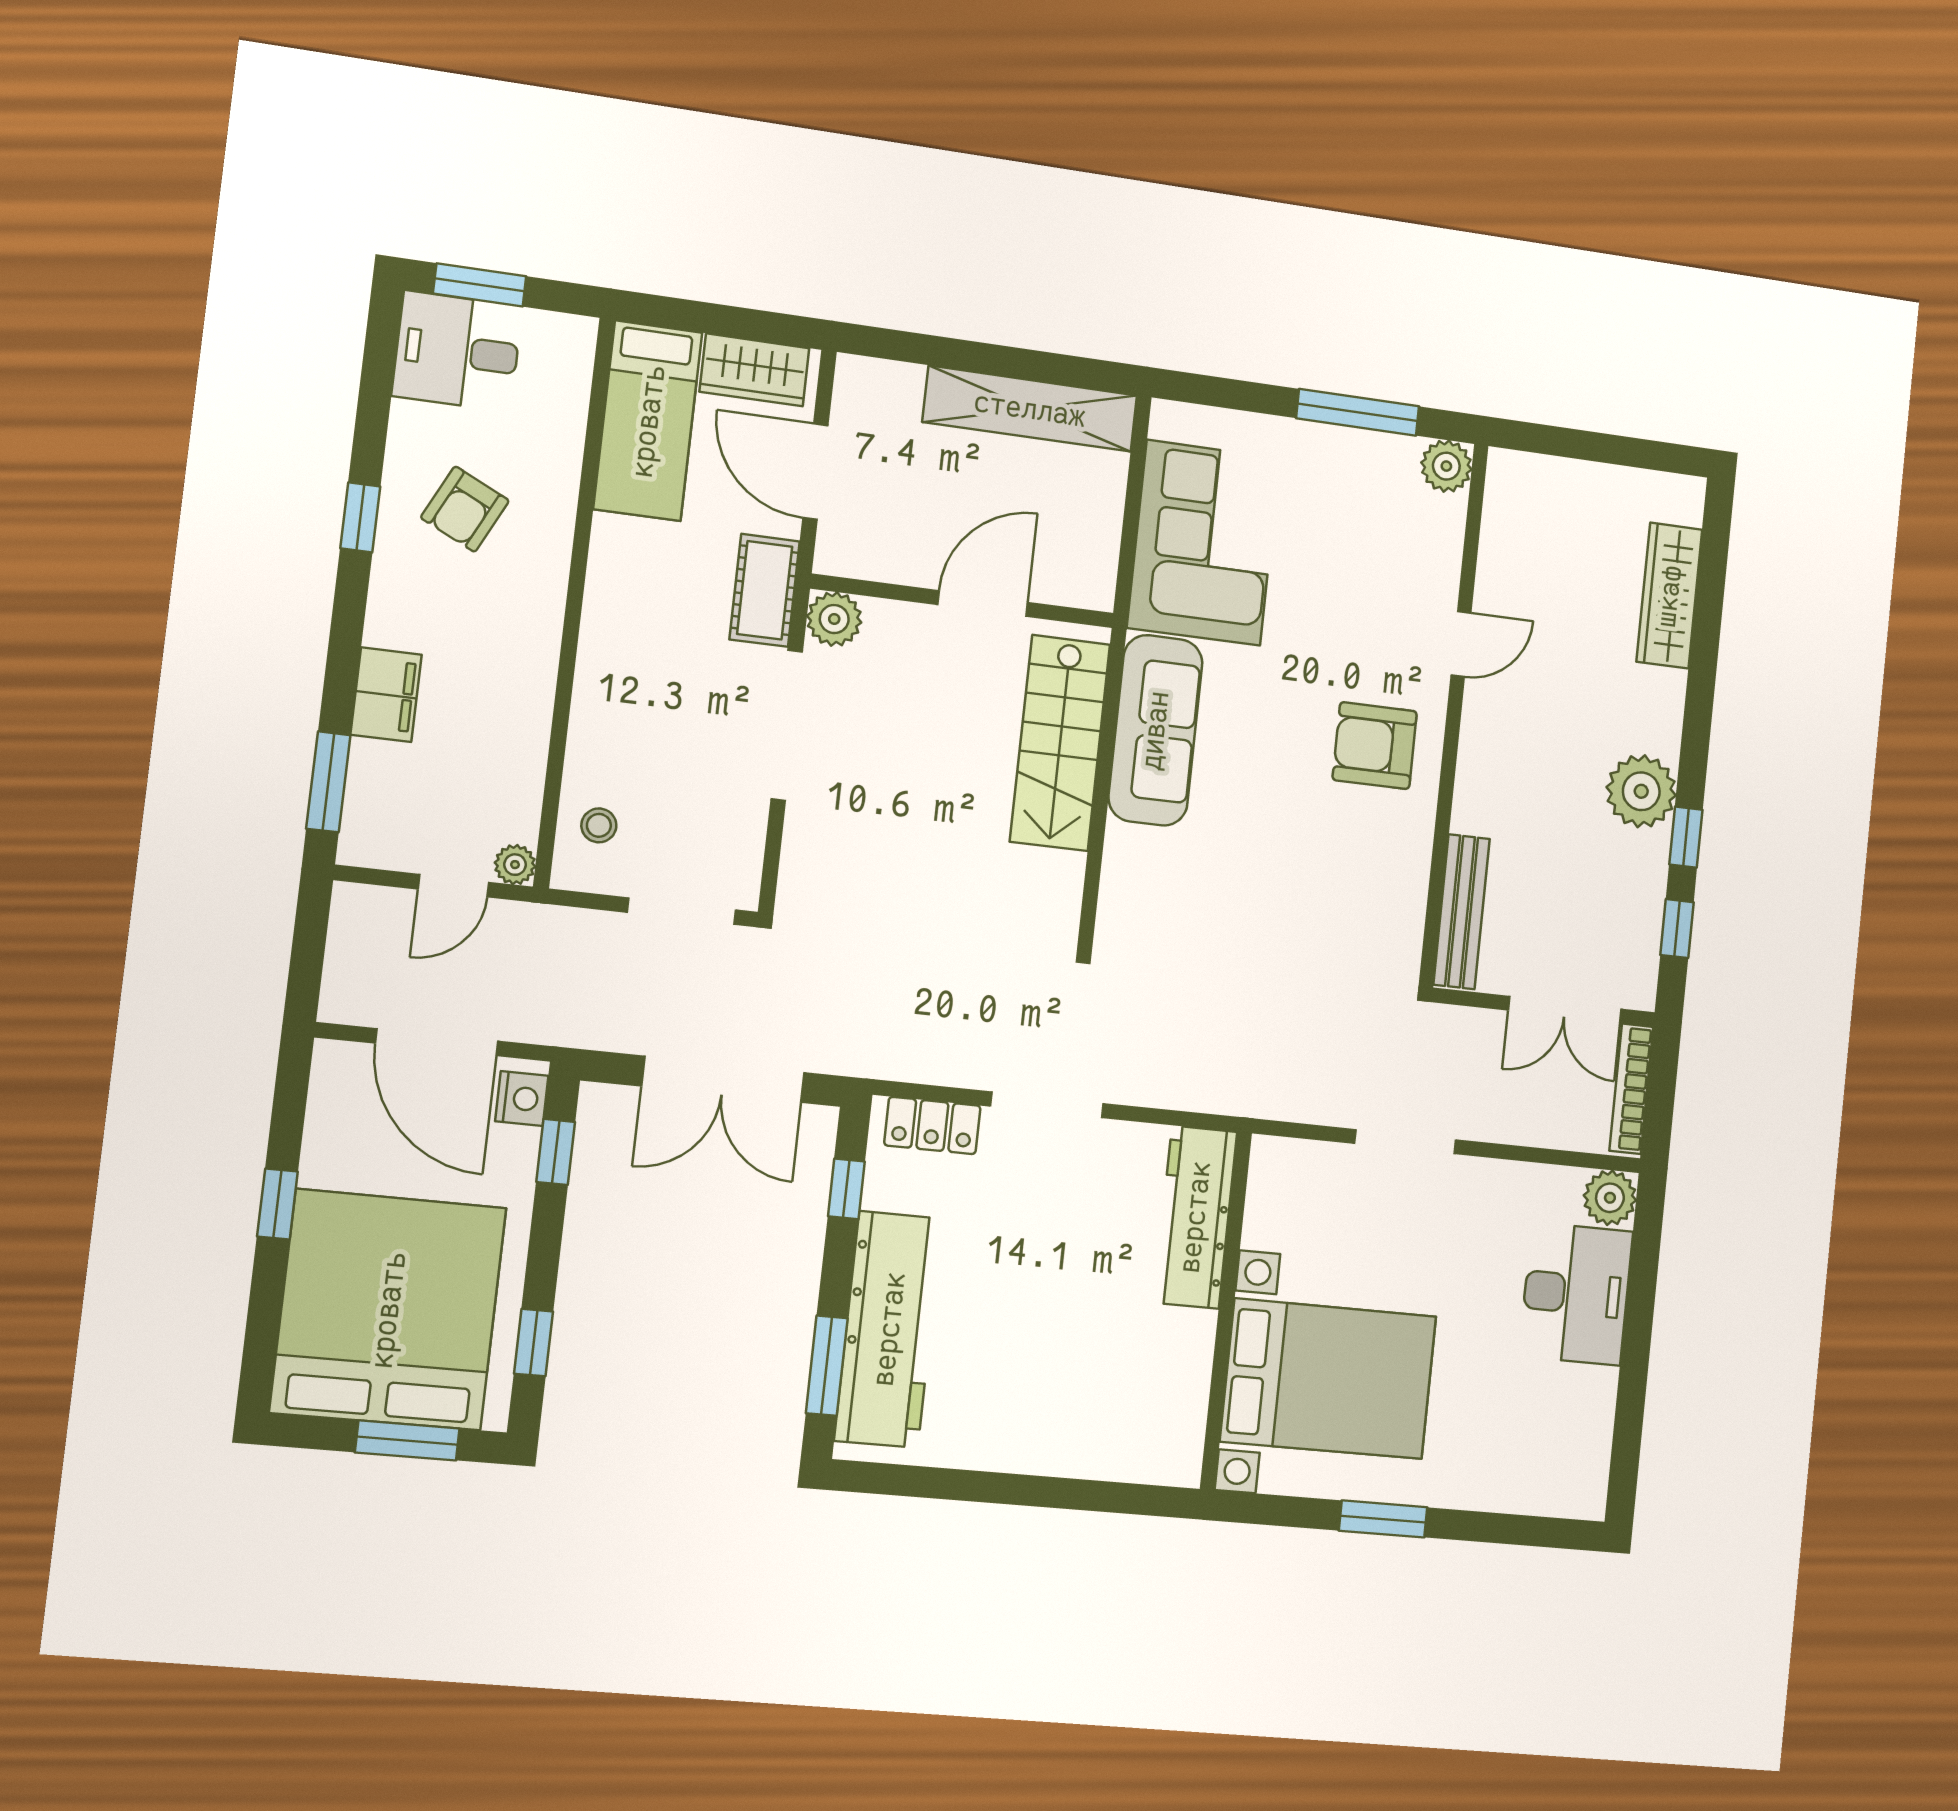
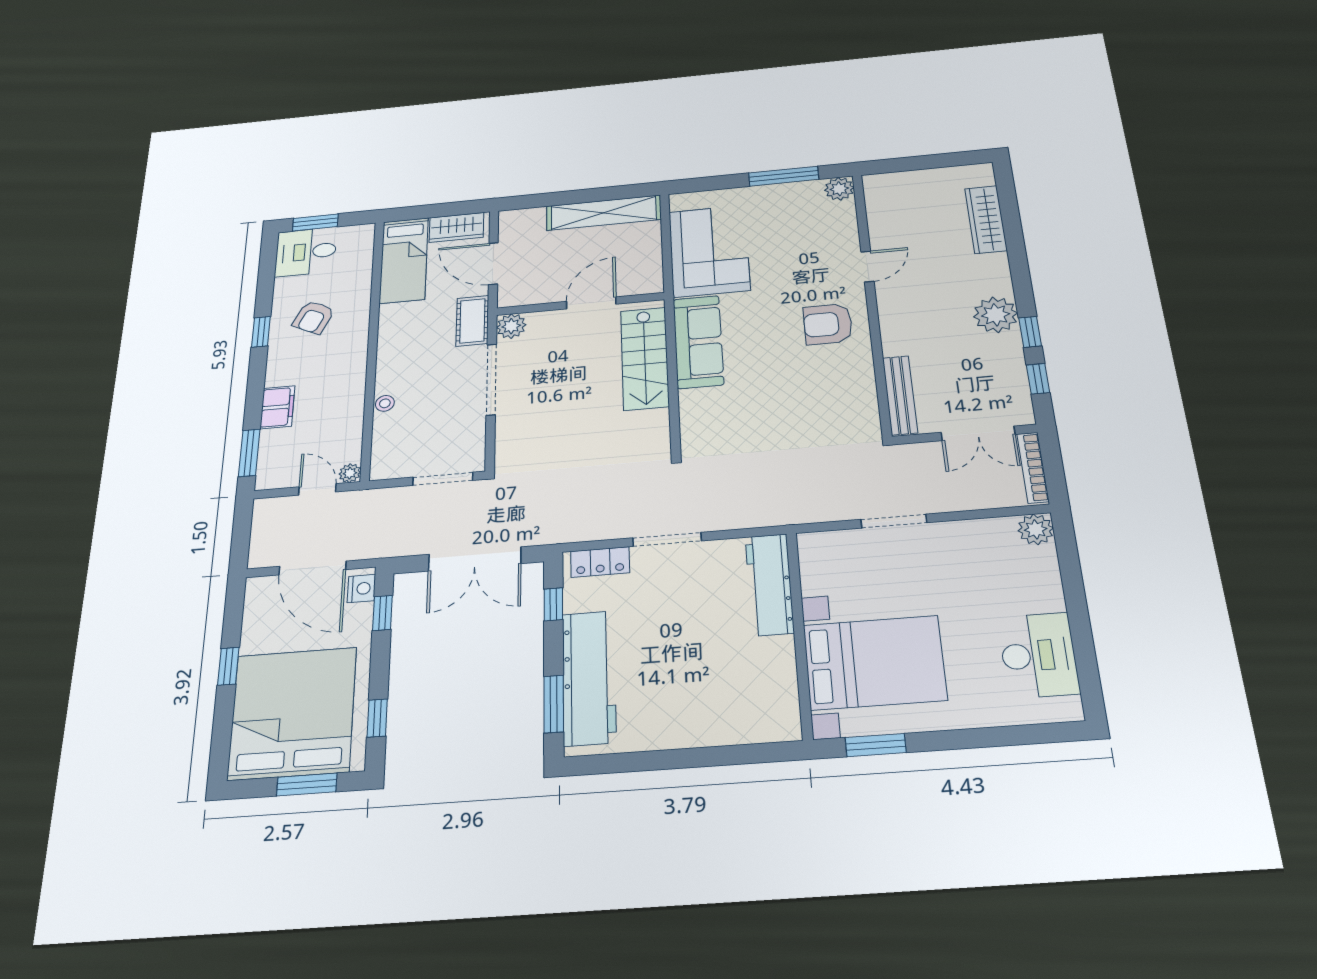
stool: (599, 825) -> (385, 403), moved
door: (453, 886) -> (317, 489), swing flipped
desk: (1576, 1294) -> (1039, 655), moved
window: (1383, 1519) -> (876, 745), moved

